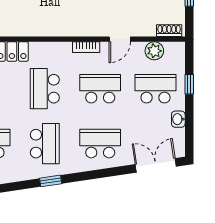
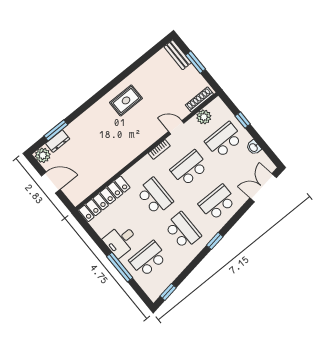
shoe rack: (169, 31) -> (199, 99), width x1.43
door: (120, 39) -> (176, 127), swing flipped
school desk: (45, 89) -> (155, 196), turned 180
window: (51, 181) -> (215, 241), moved

